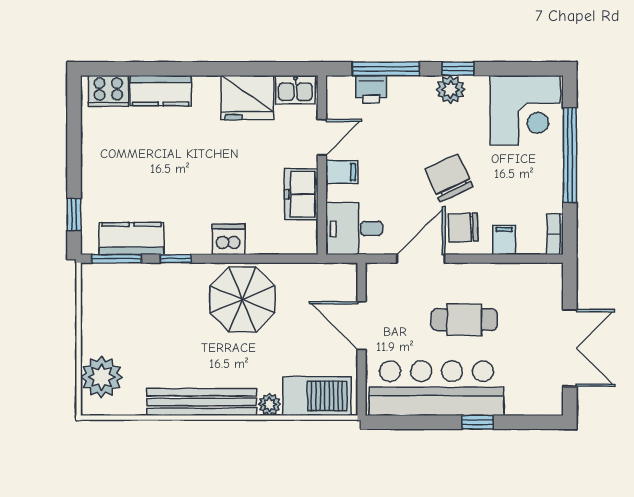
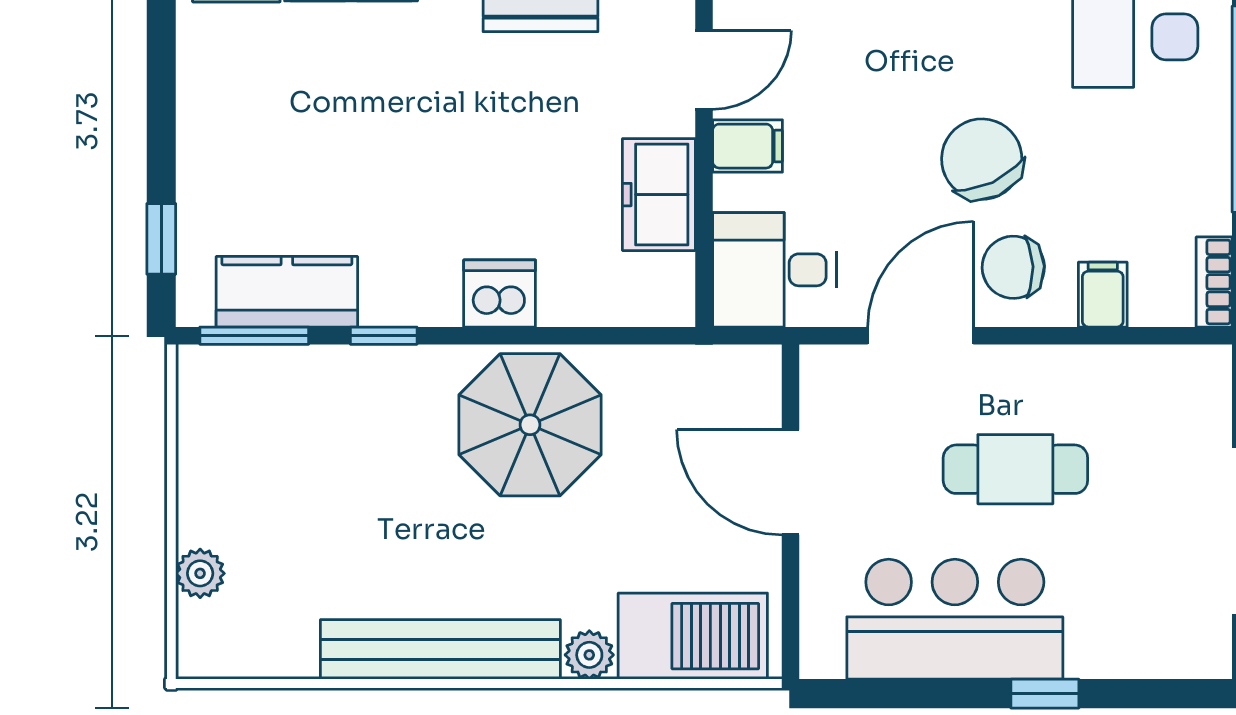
plant: (102, 377) -> (200, 573), width x0.53, depth x0.53
bar counter: (437, 388) -> (955, 619), width x0.73

